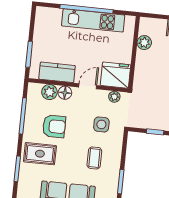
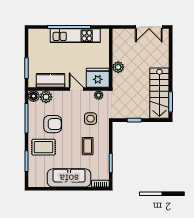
plant: (144, 43) -> (118, 67), moved
door: (88, 86) -> (76, 89), hinge flipped
floor lamp: (65, 93) -> (34, 96), moved

